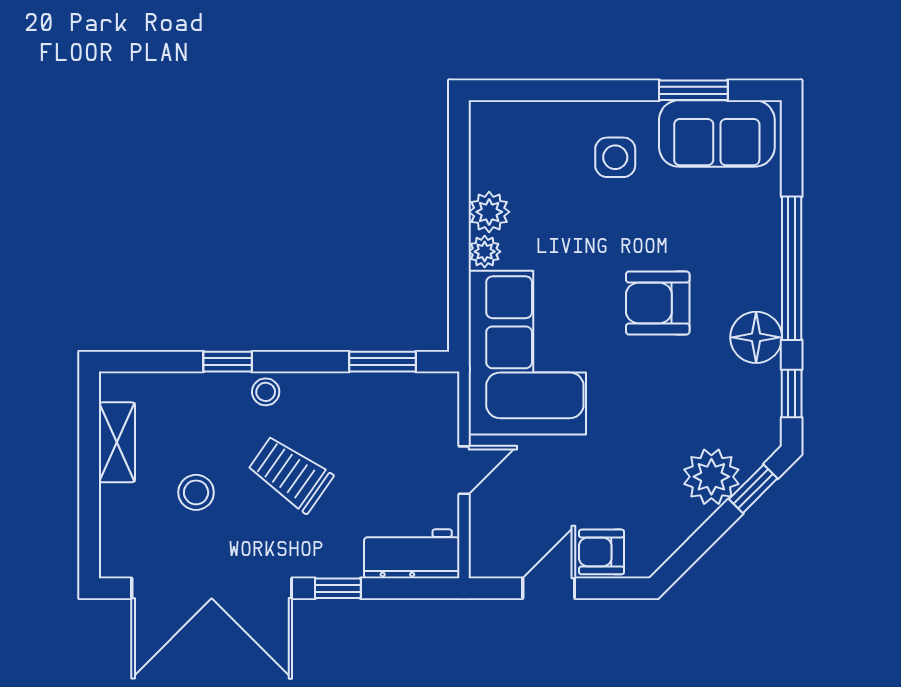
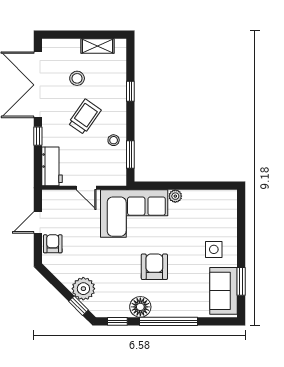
plant: (489, 212) -> (191, 198), removed
stool: (266, 392) -> (114, 140), moved
door: (549, 588) -> (38, 222), swing flipped

